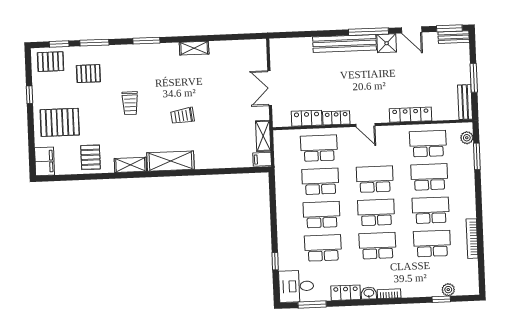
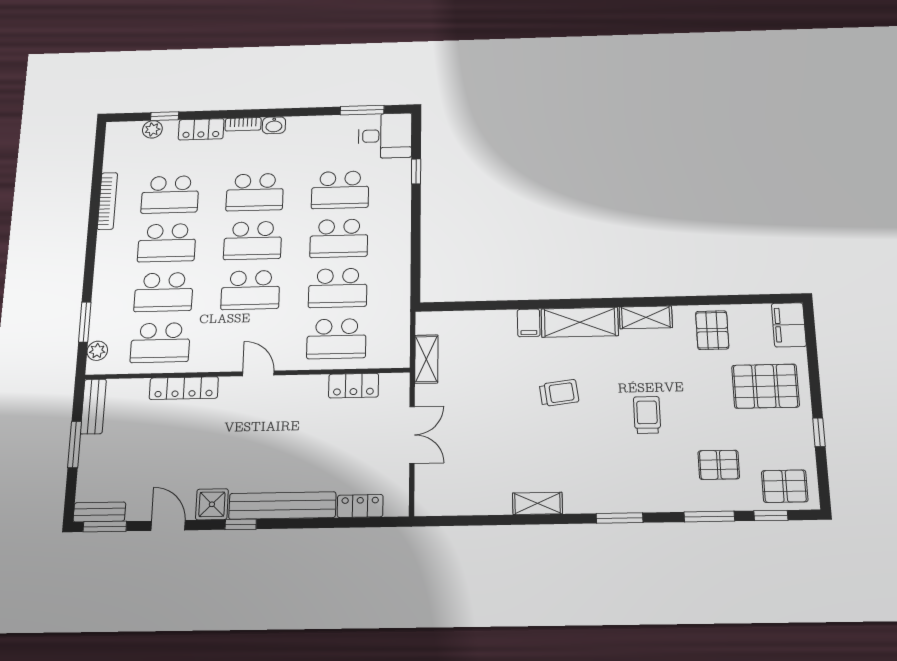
window: (368, 32) -> (241, 524), width x0.46
locker: (336, 118) -> (360, 506), moved, turned 180
filing cabinet: (262, 159) -> (529, 323), moved, turned 90
locker: (346, 293) -> (201, 129), moved

